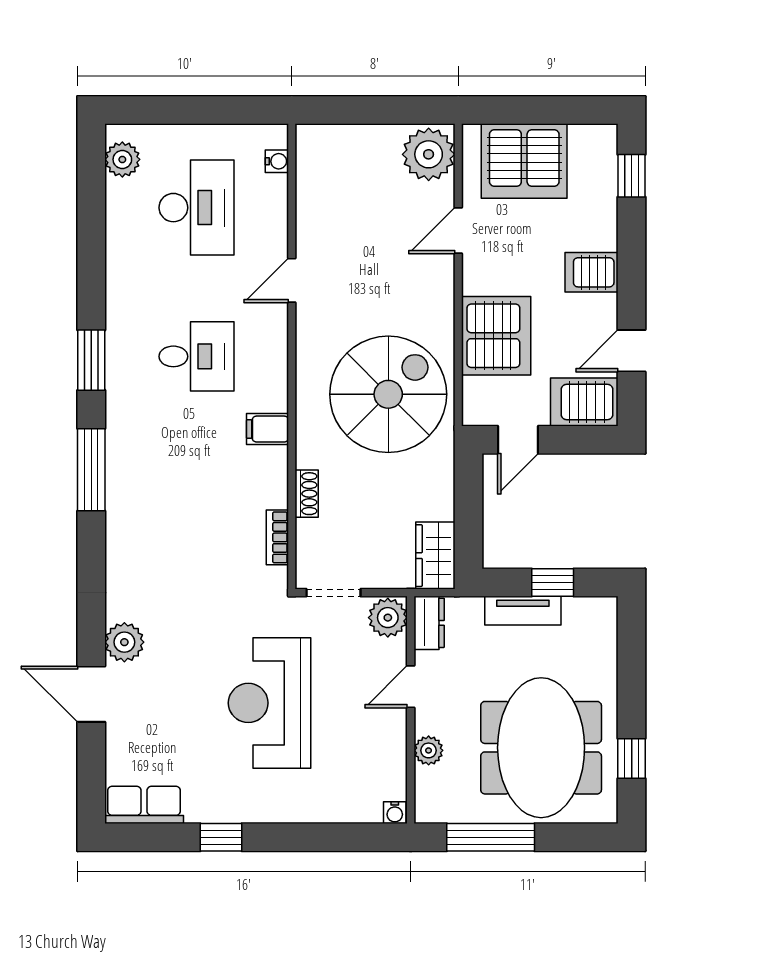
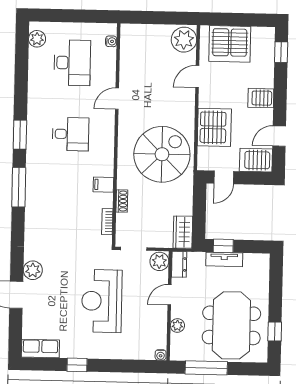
filing cabinet: (268, 429) -> (103, 185), moved
window: (553, 582) -> (223, 246), moved

